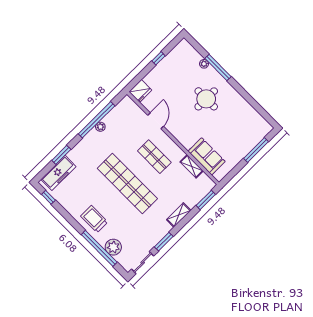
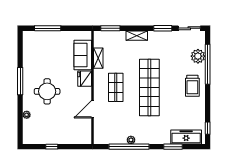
window: (218, 68) -> (20, 81), moved
fridge: (140, 91) -> (85, 79), moved, turned -90

